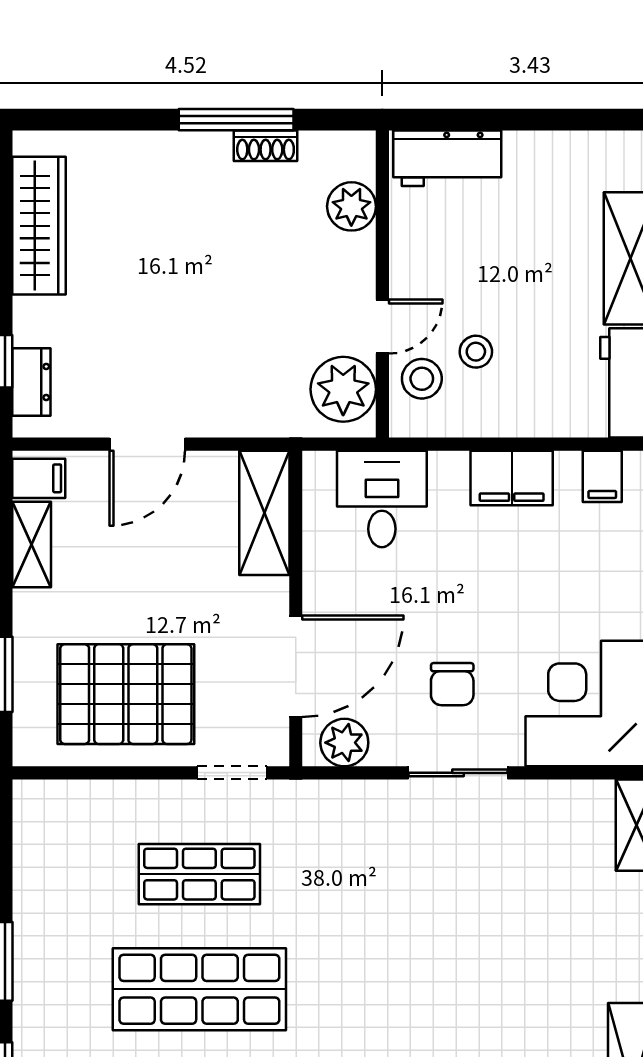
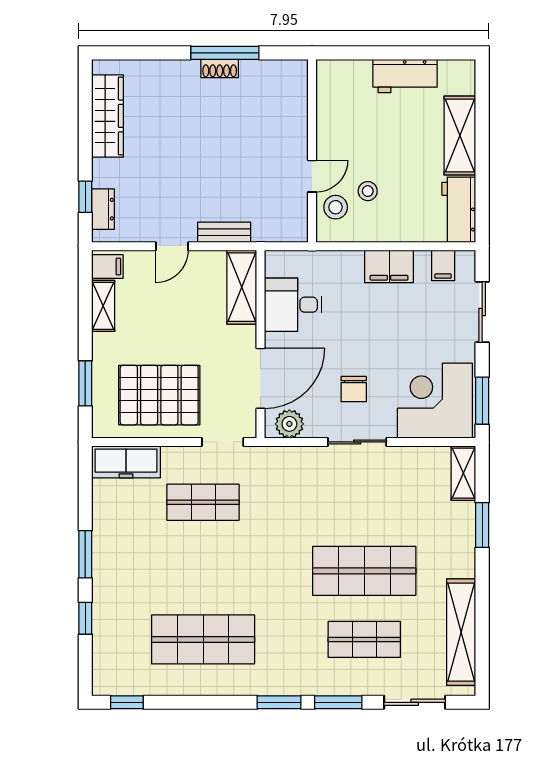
shoe rack: (266, 146) -> (220, 68), moved
workbench: (447, 158) -> (405, 76), moved
plant: (351, 206) -> (294, 105), removed
plant: (343, 389) -> (289, 213), removed
bench: (235, 421) -> (224, 232), added
door: (147, 444) -> (172, 246), width x0.73
desk: (382, 499) -> (293, 305), moved, turned -90
freezer: (70, 806) -> (126, 462), added
shop shelf: (199, 989) -> (364, 571), moved

